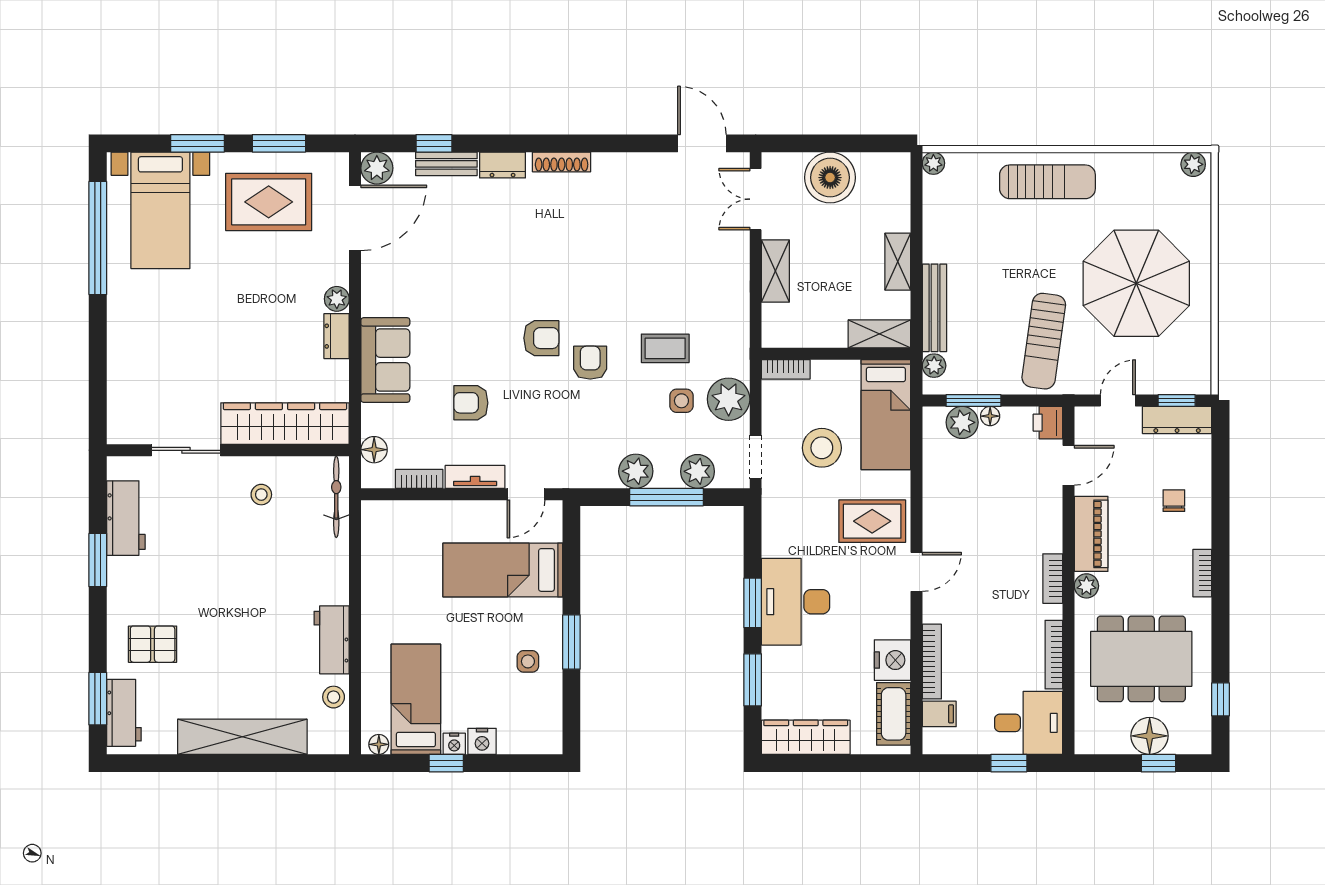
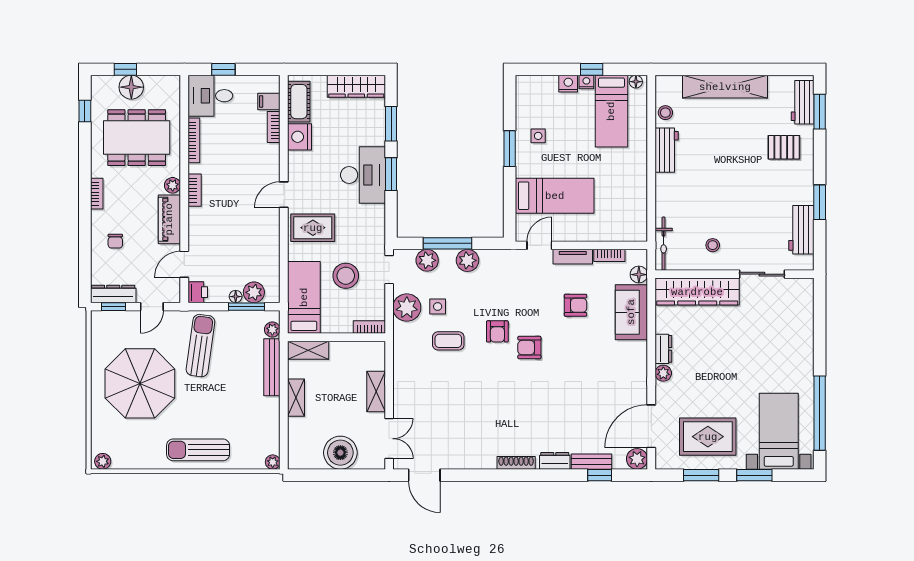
sofa: (385, 360) -> (631, 312), moved
bookcase: (932, 662) -> (274, 127), width x0.64

